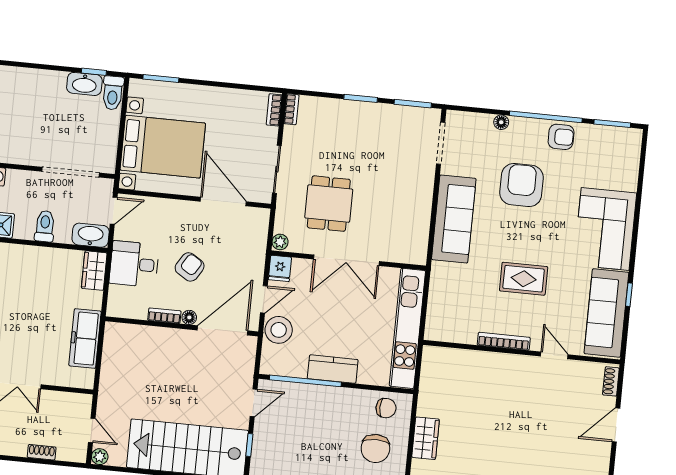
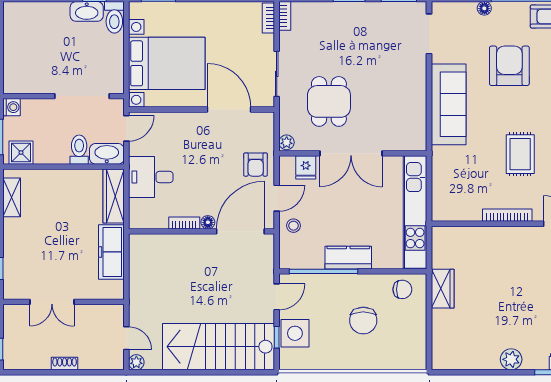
toilet: (45, 226) -> (79, 150), moved
armchair: (190, 267) -> (256, 165), moved, turned 148
fridge: (280, 268) -> (306, 167), moved
wardrobe: (94, 271) -> (114, 196), width x1.50
rug: (524, 279) -> (520, 154), turned 90
stool: (279, 330) -> (293, 226), width x0.53, depth x0.53
wardrobe: (426, 438) -> (443, 289), moved
side table: (269, 443) -> (295, 333), added
chair: (375, 449) -> (363, 321), moved
shoe rack: (42, 452) -> (65, 364), moved

